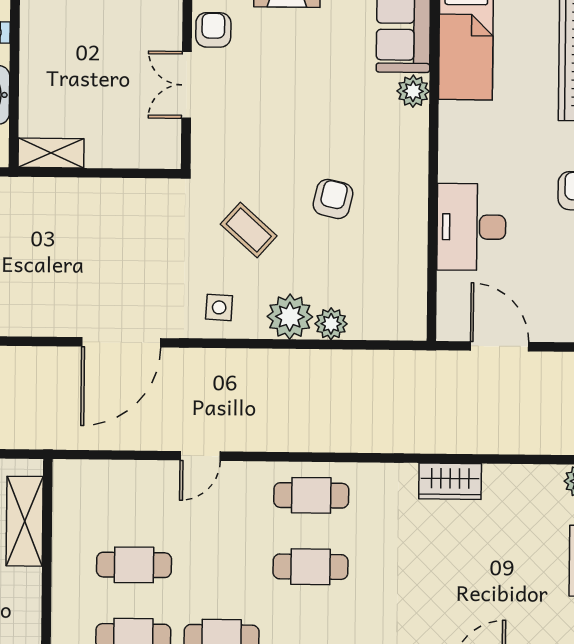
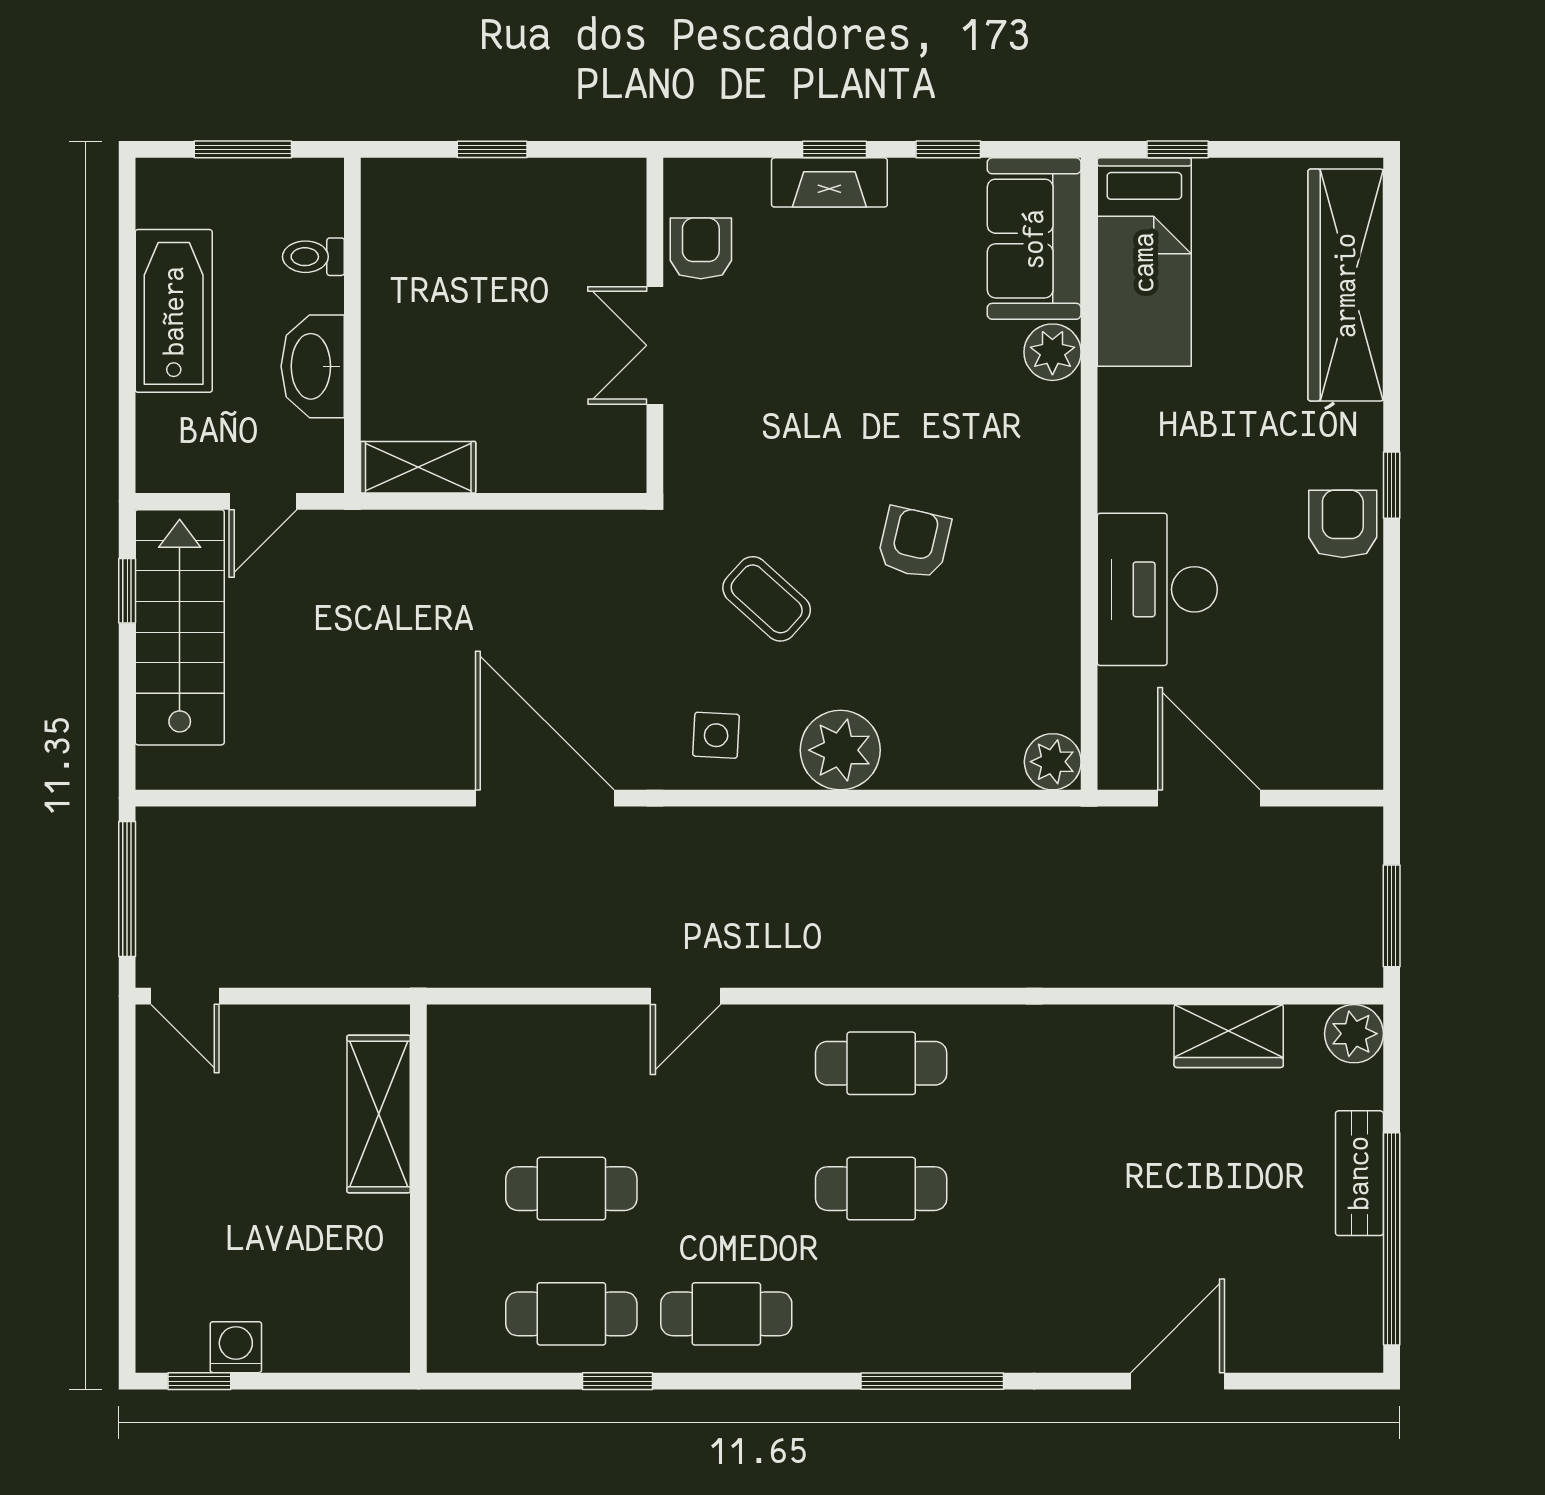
plant: (331, 324) -> (1053, 762), moved
door: (121, 342) -> (545, 798), swing flipped
wardrobe: (450, 481) -> (1229, 1036), moved

